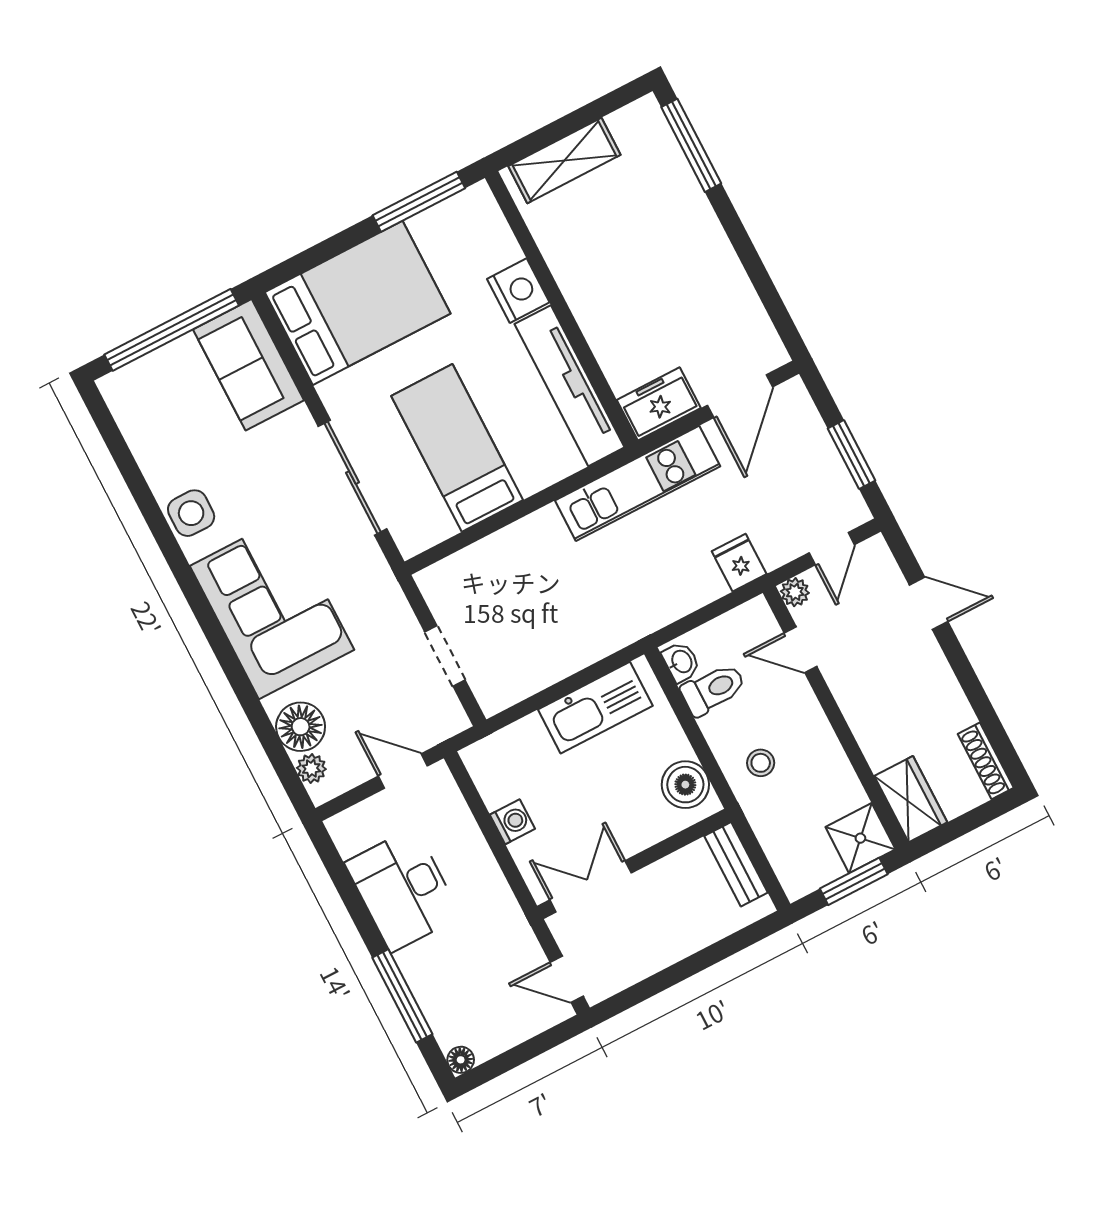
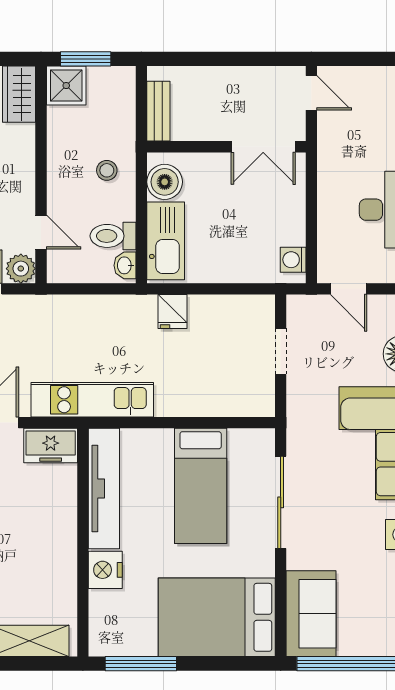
fridge: (739, 563) -> (173, 312), moved
plant: (795, 592) -> (21, 269), width x1.38, depth x1.38
kitchen sink: (595, 708) -> (166, 241), moved, turned 90
washing machine: (512, 822) -> (293, 260), moved

